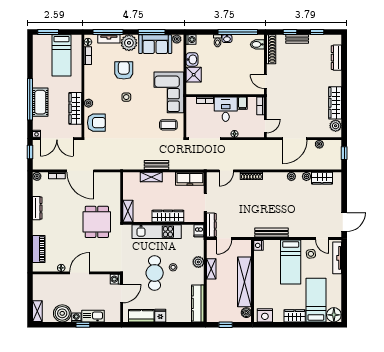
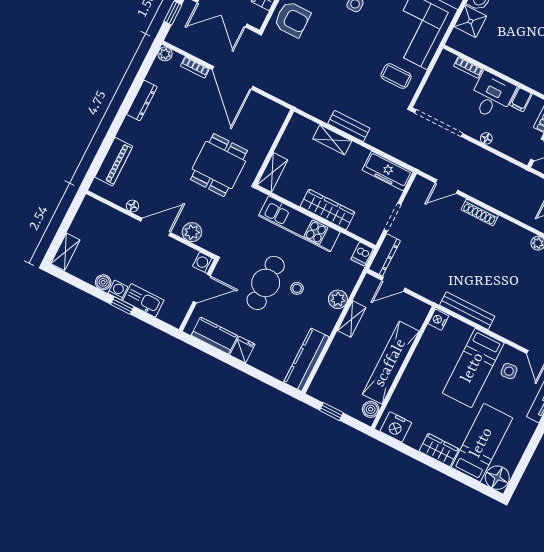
plant: (101, 266) -> (192, 232), added
boiler: (62, 313) -> (103, 282), width x0.54, depth x0.54

